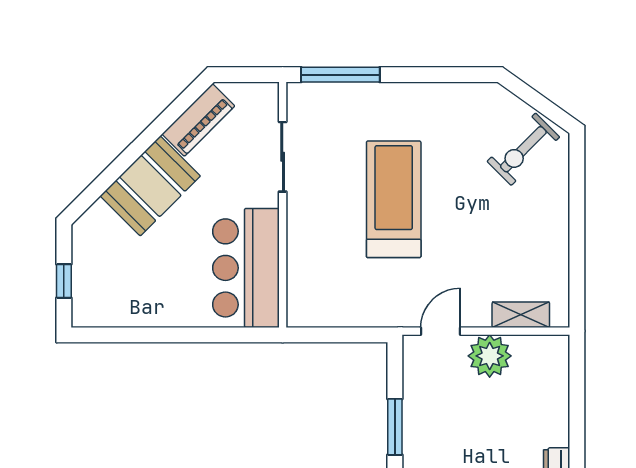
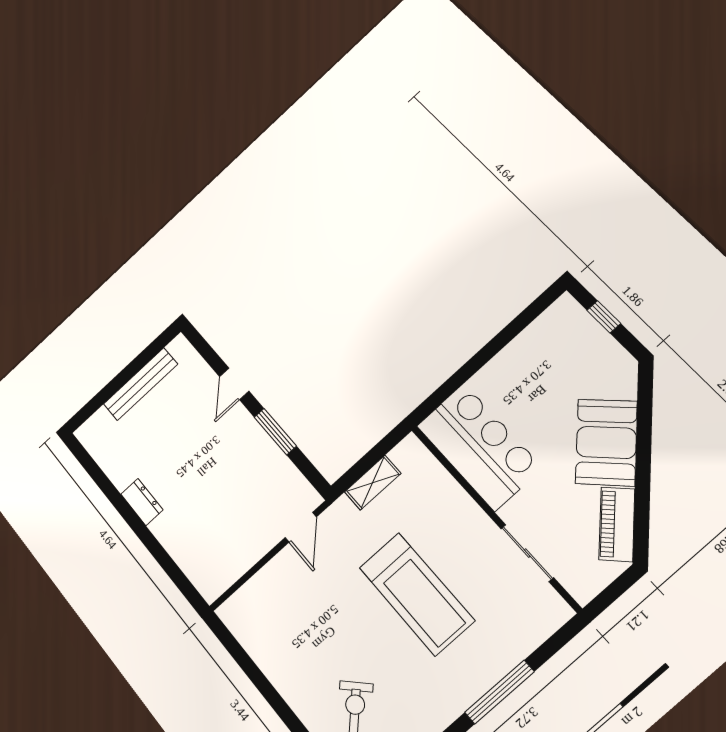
window: (340, 75) -> (499, 692), moved
shelving: (521, 315) -> (373, 483), moved
plant: (490, 356) -> (252, 541), removed

